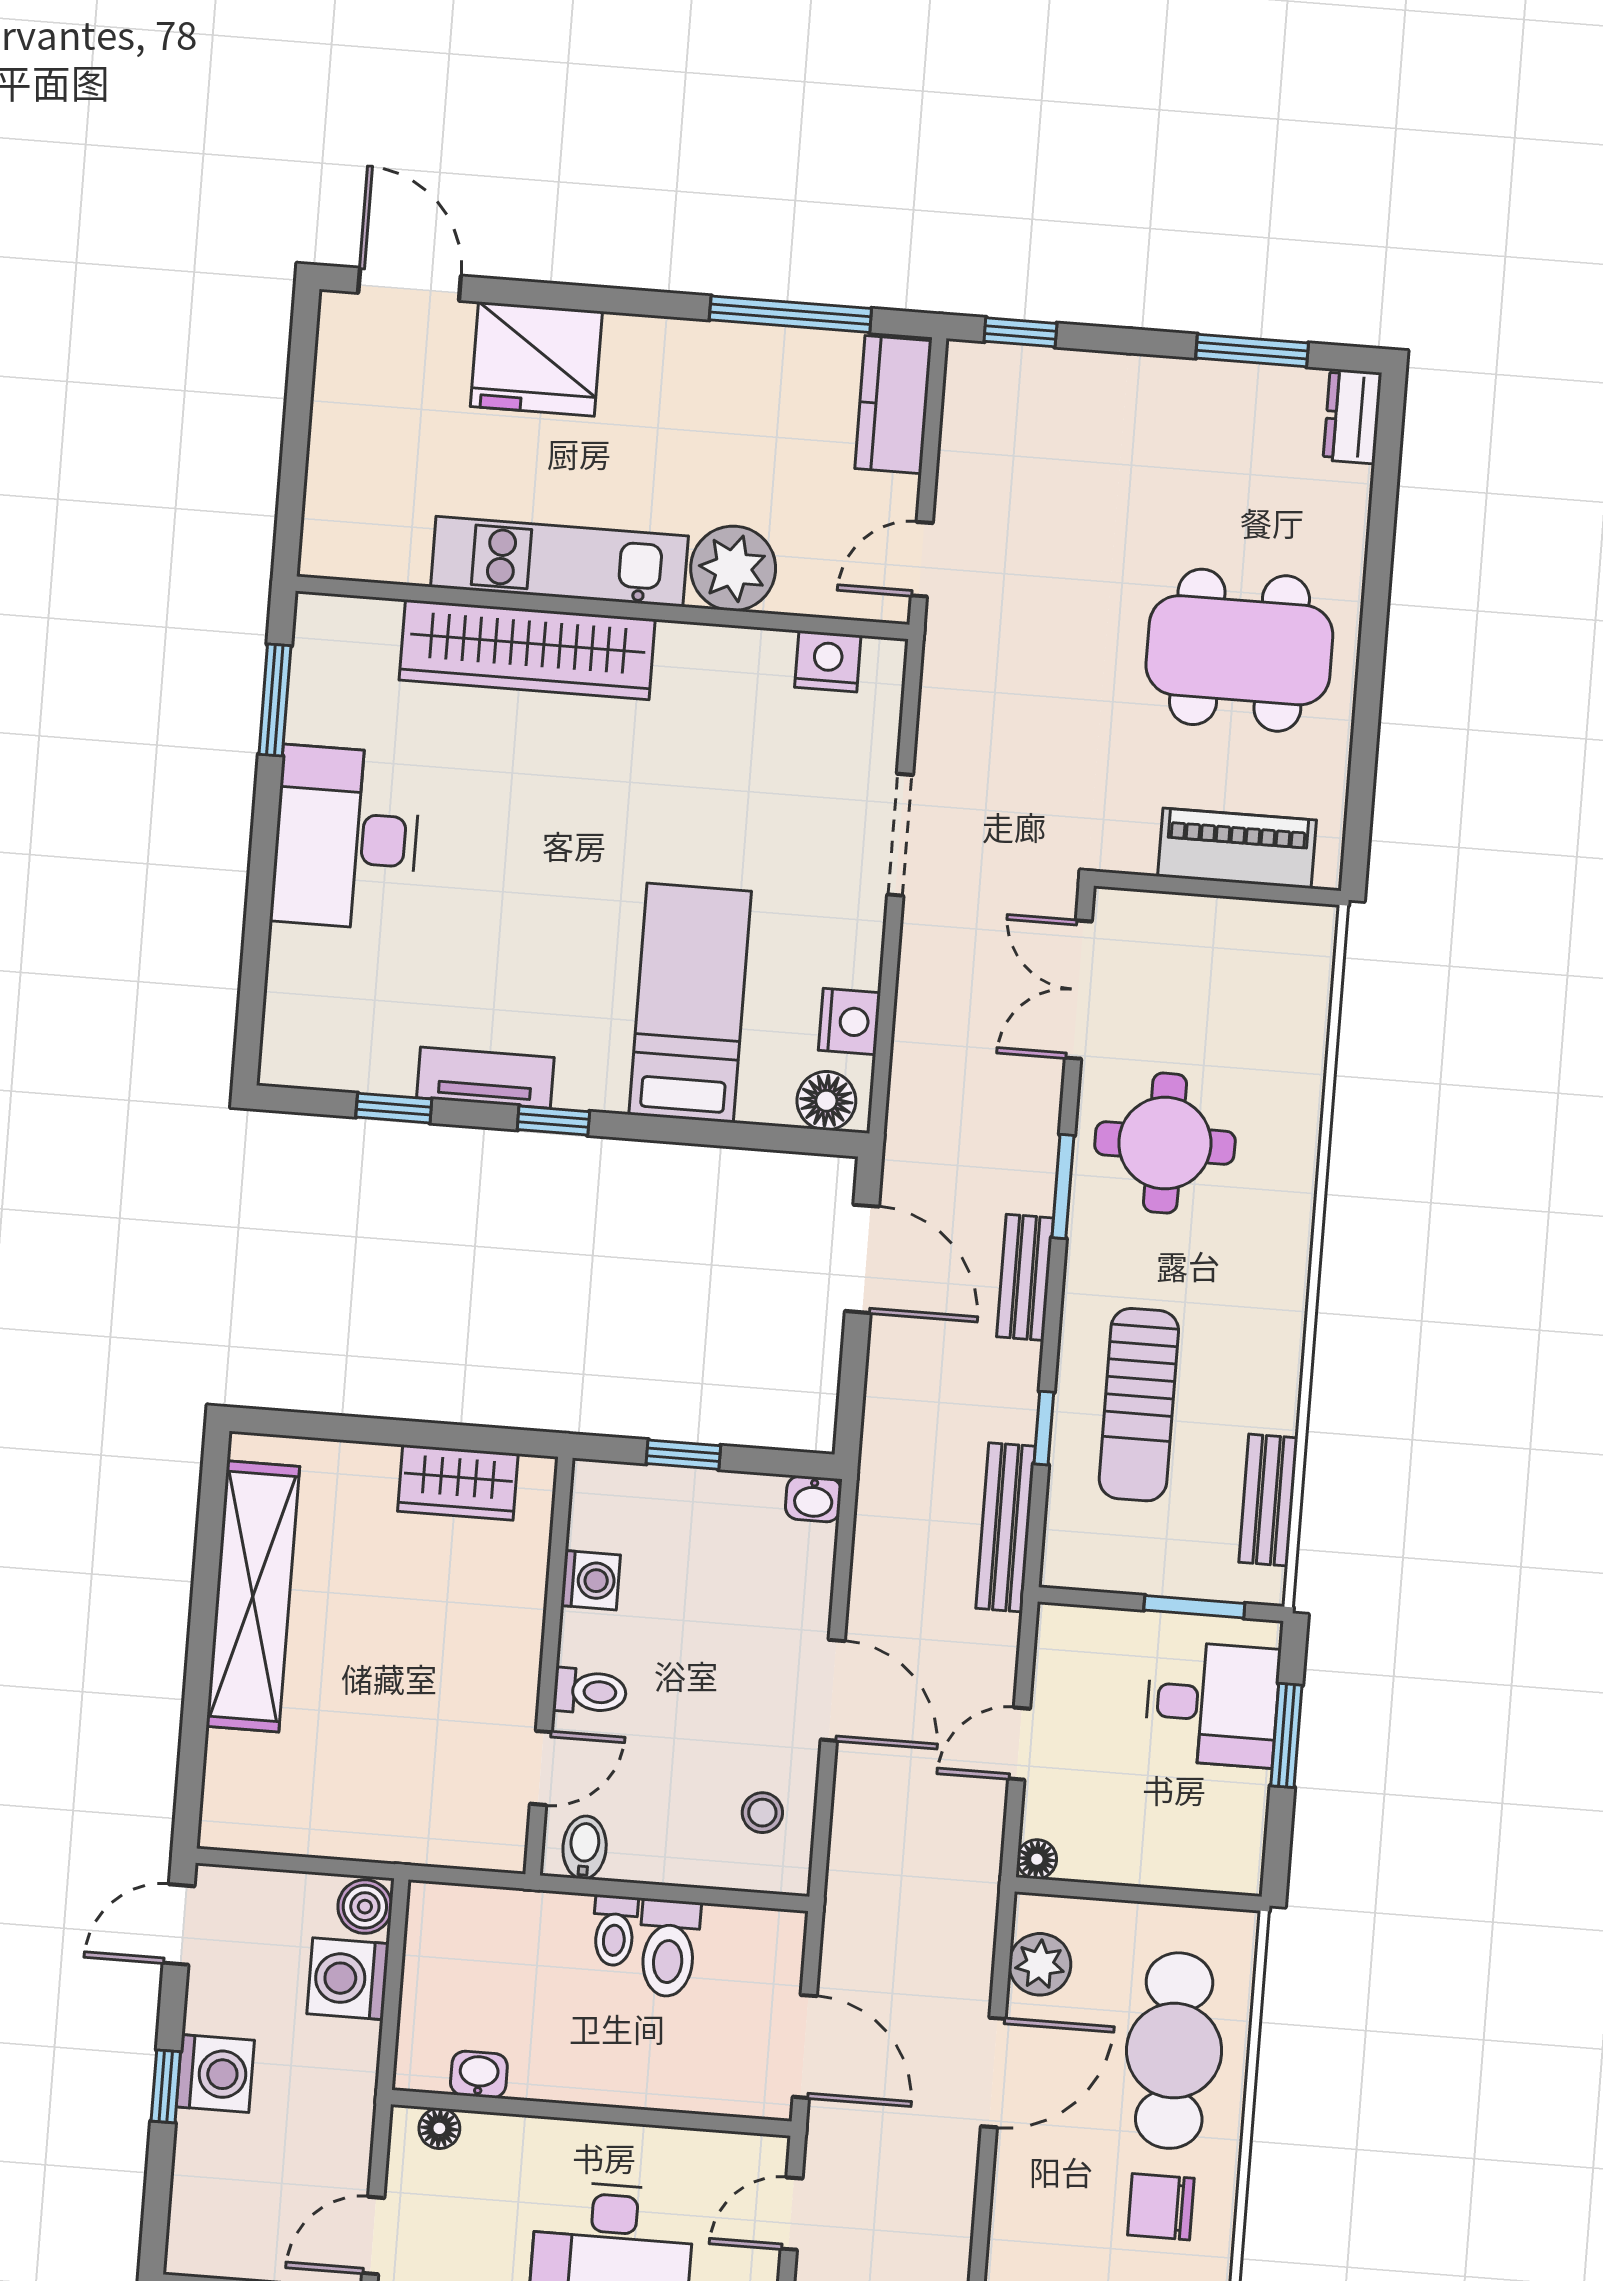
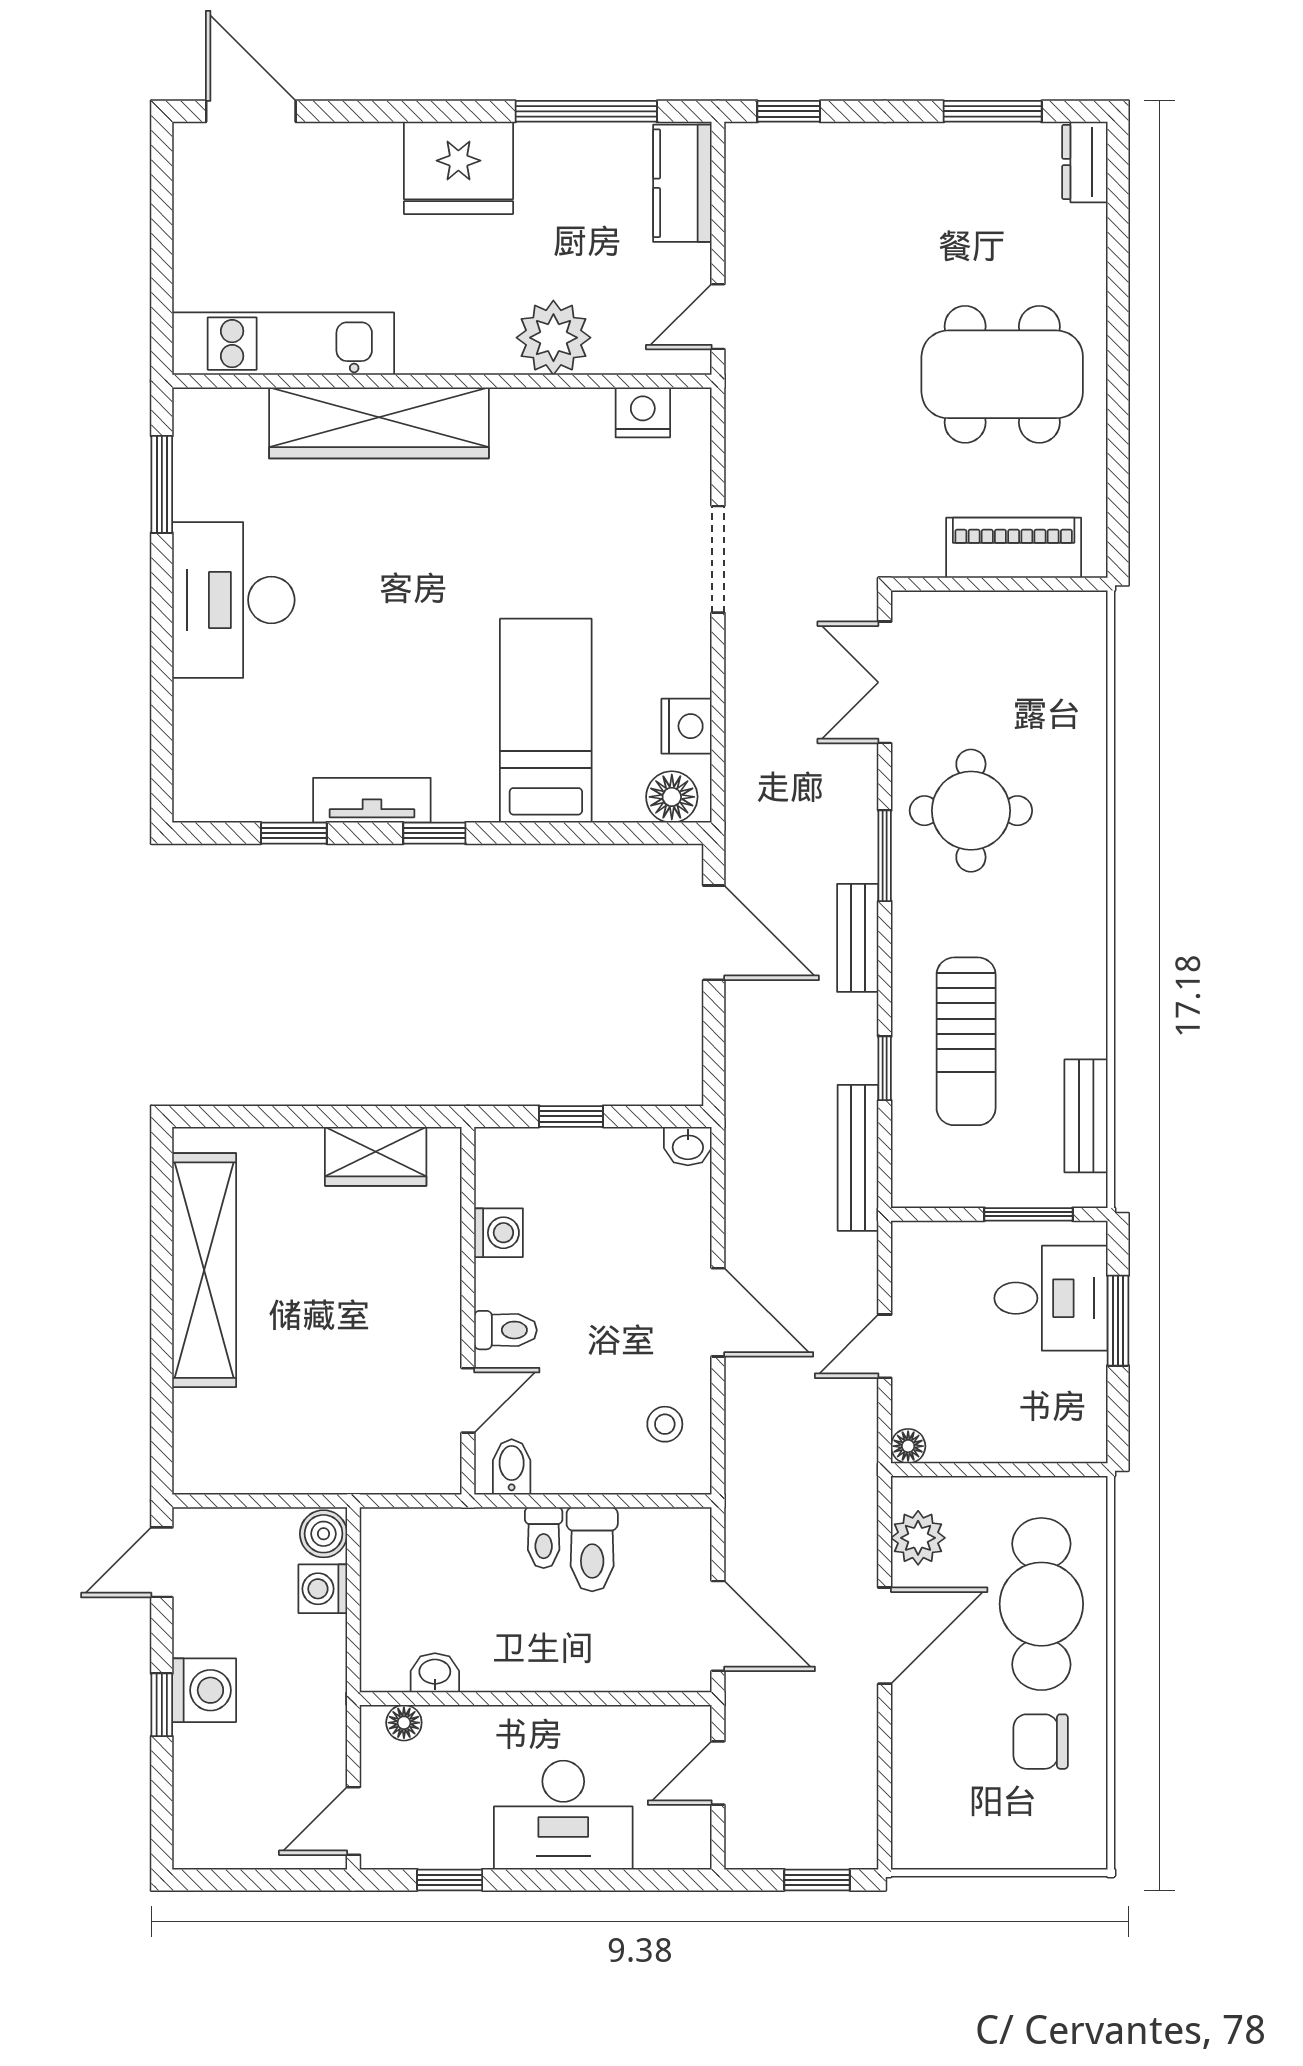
fridge: (536, 359) -> (458, 168), moved
kitchen unit: (559, 561) -> (283, 344), moved
washing machine: (348, 1979) -> (323, 1589), width x0.73, depth x0.73

